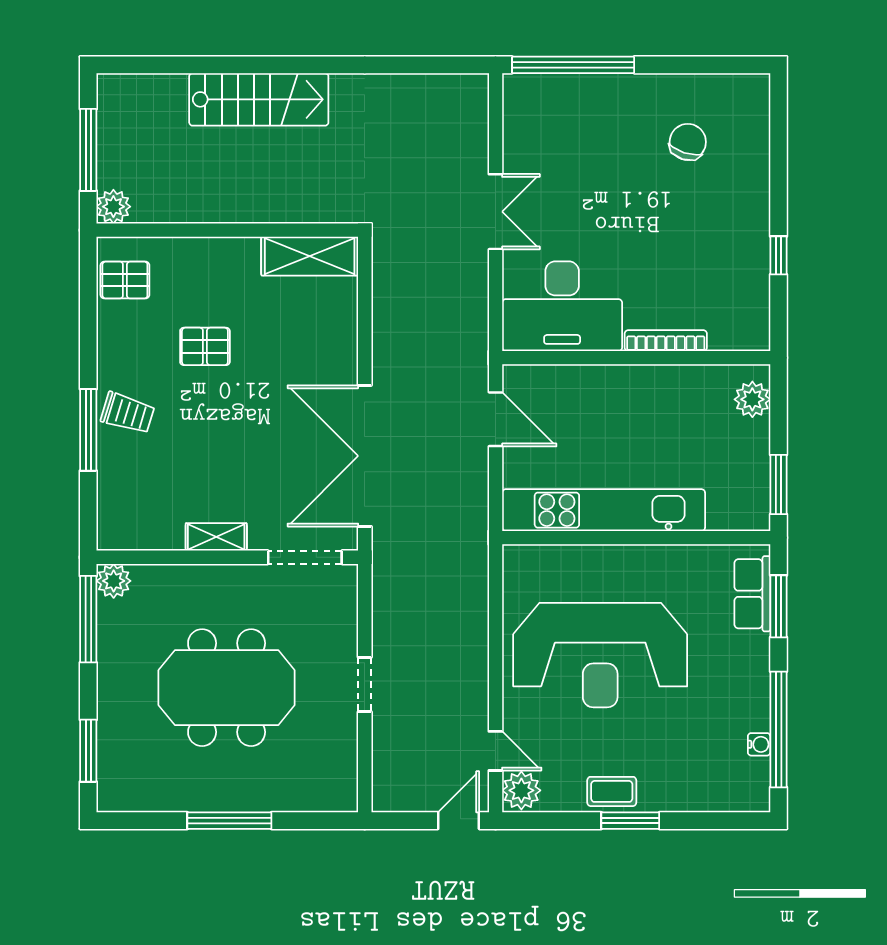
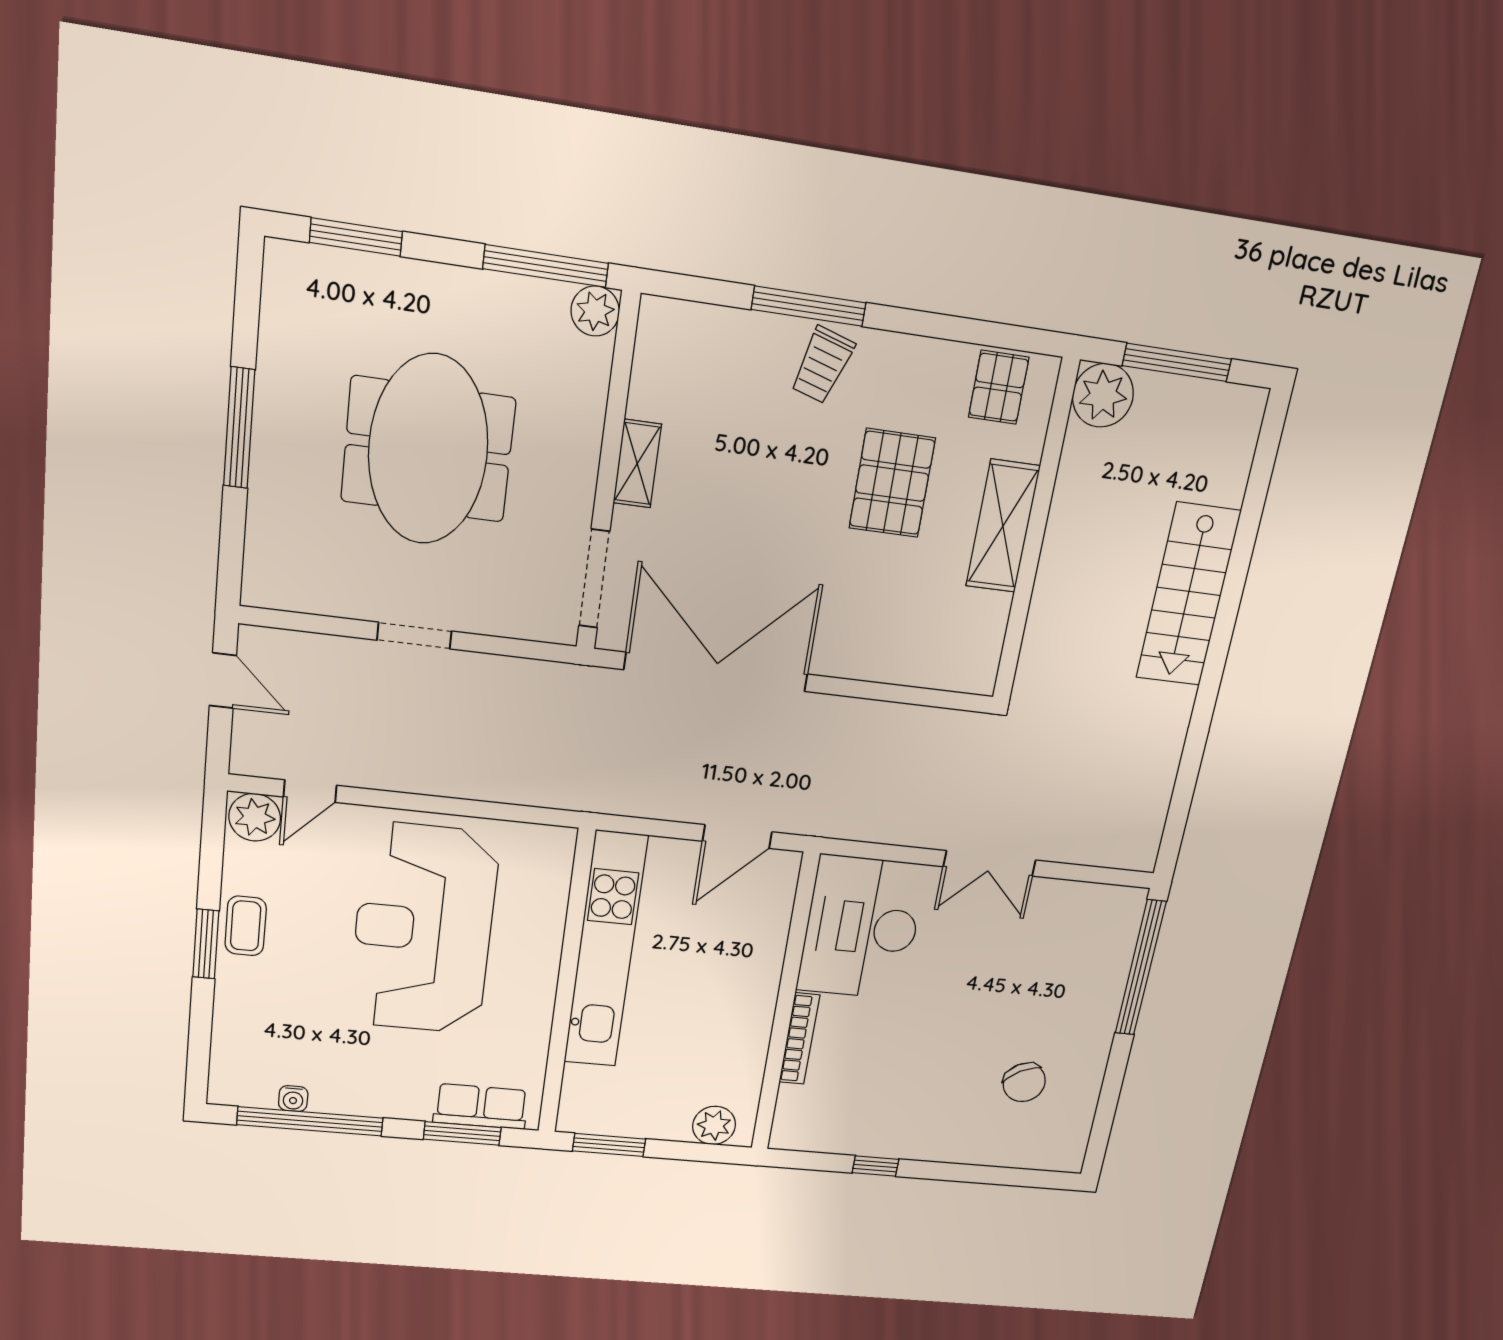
chair: (688, 142) -> (1024, 1082), turned 43
plant: (113, 207) -> (1103, 395), width x1.36, depth x1.36
shelving: (310, 256) -> (1003, 526), moved
pallet: (205, 346) -> (892, 483), width x1.50, depth x1.42
door: (459, 821) -> (223, 681), moved

